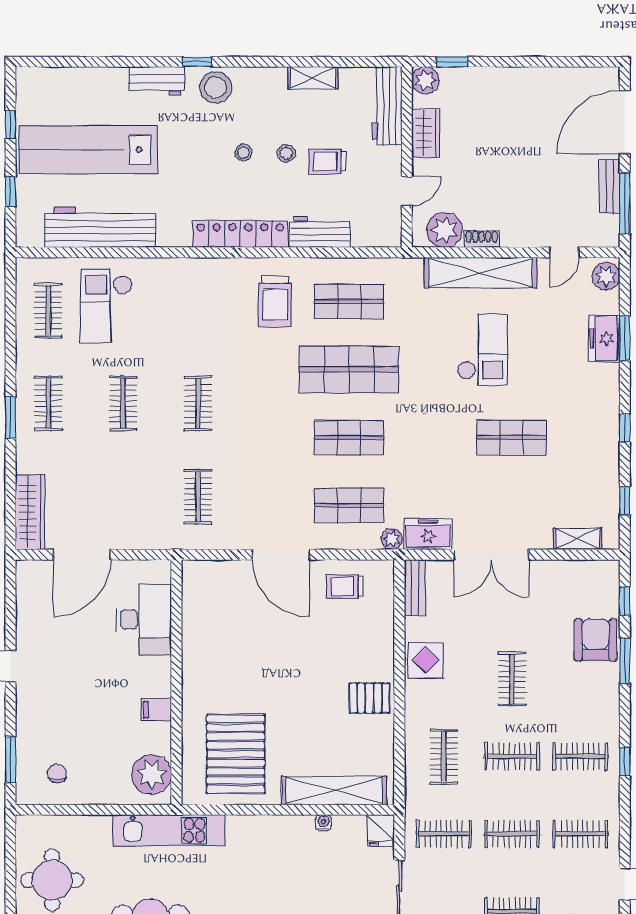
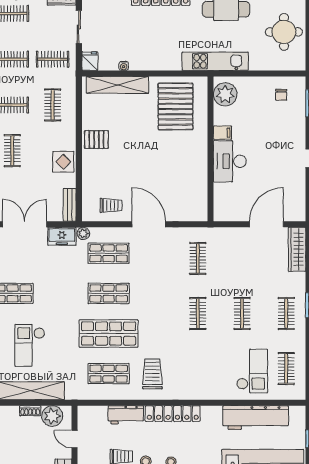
door: (407, 191) -> (74, 439), hinge flipped
desk: (144, 619) -> (230, 161), moved

